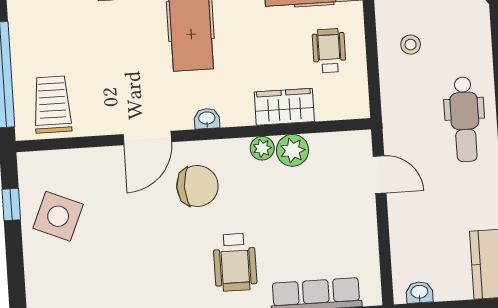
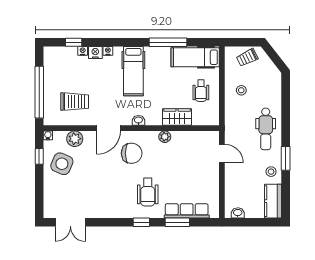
wheelchair: (329, 51) -> (201, 91), turned 180
trolley: (52, 105) -> (75, 102), moved, turned 90
plant: (293, 150) -> (75, 139), moved
water cooler: (26, 161) -> (48, 135), added
stool: (481, 205) -> (271, 172), added

